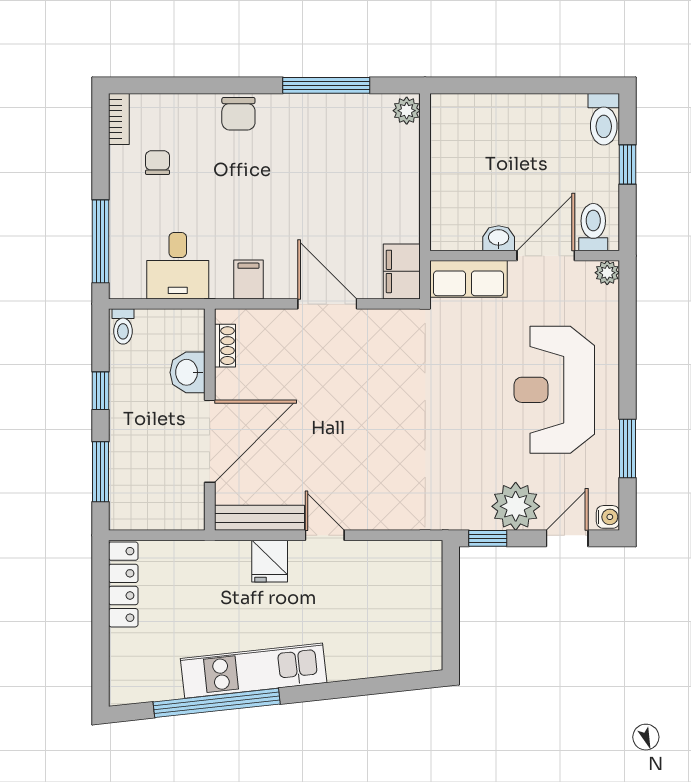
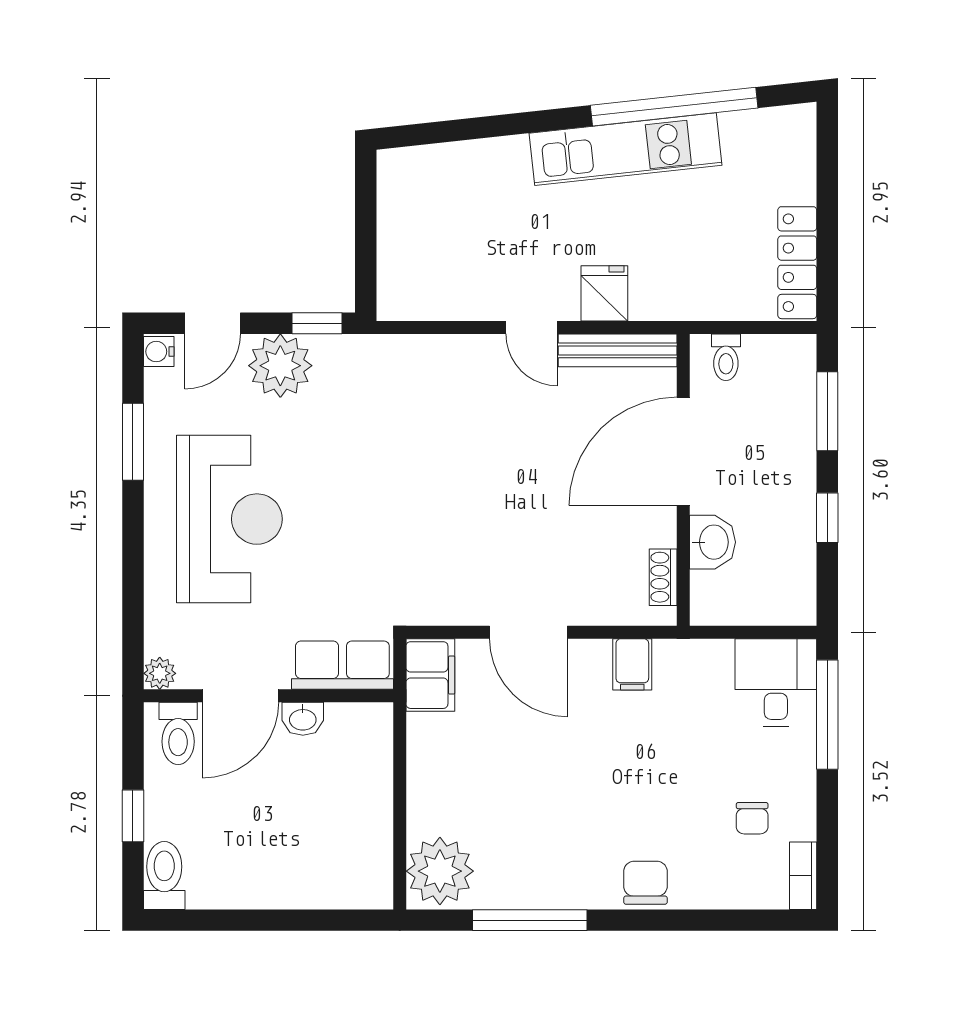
plant: (407, 111) -> (440, 871), width x1.88, depth x1.88
desk: (178, 266) -> (776, 683), moved
toilet: (123, 326) -> (726, 357), moved, turned 180

